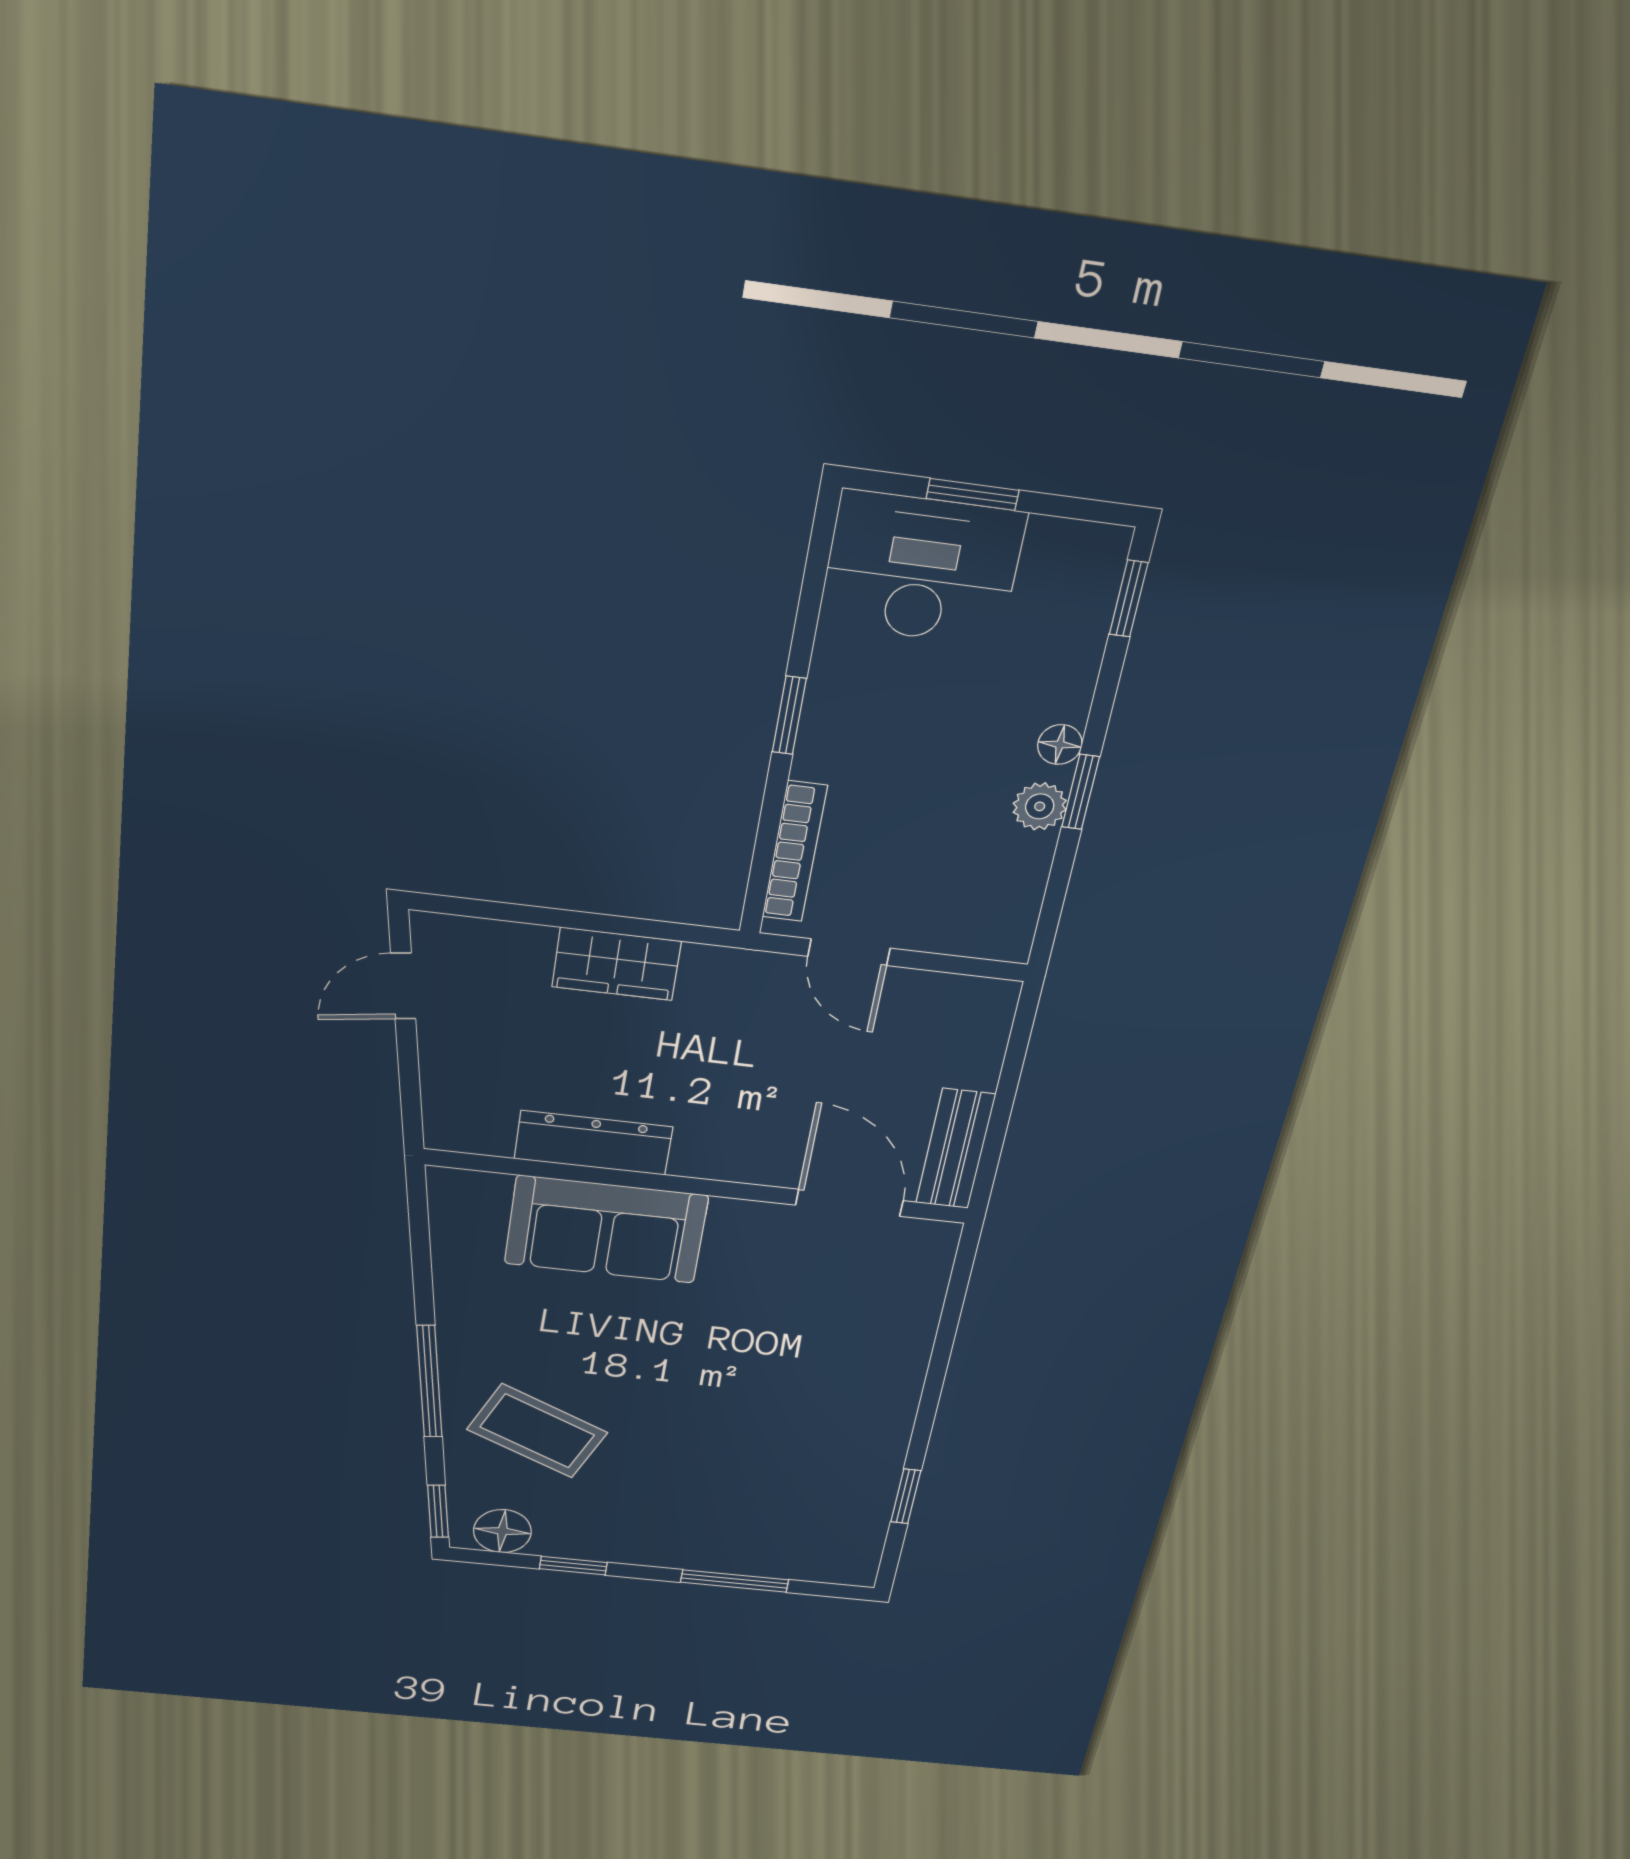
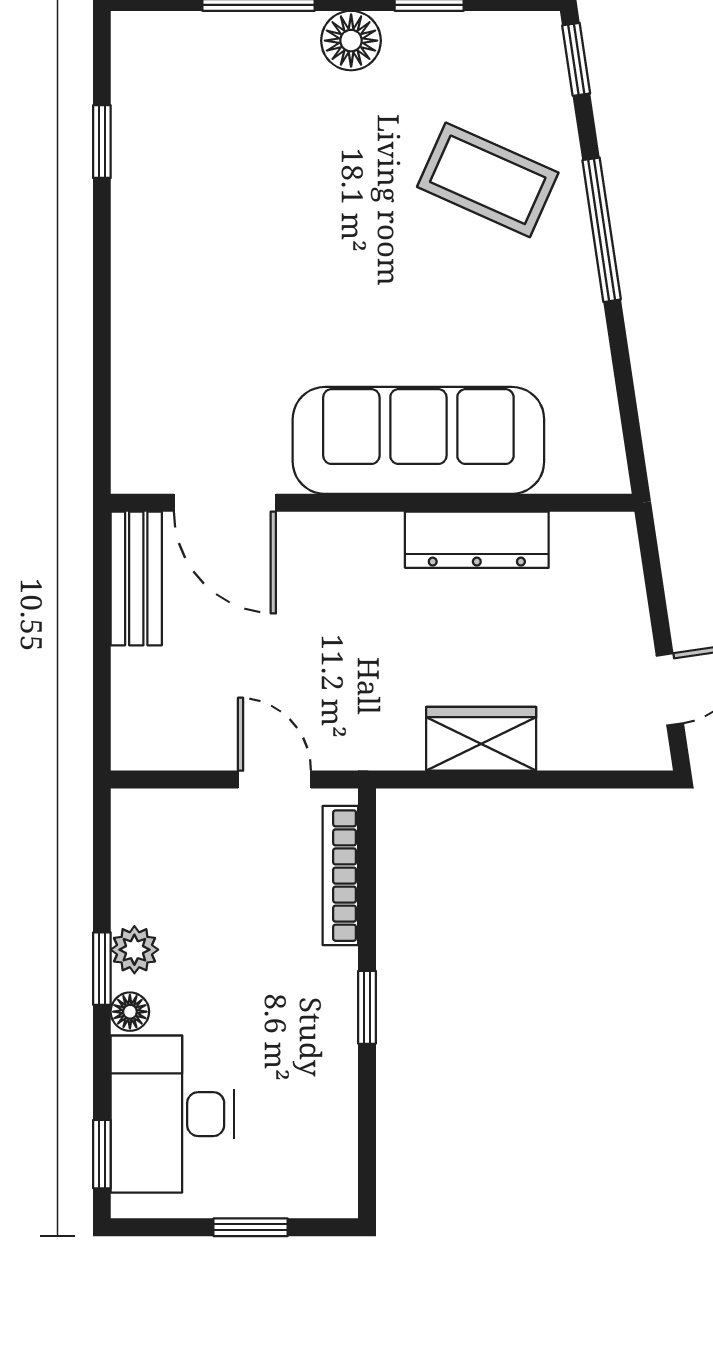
desk: (922, 569) -> (172, 1114), moved, turned 90
sofa: (606, 1229) -> (418, 440), width x1.36
floor lamp: (502, 1531) -> (351, 41), moved

